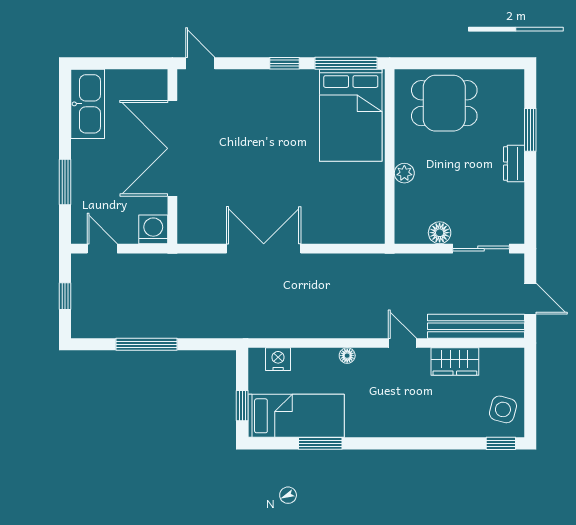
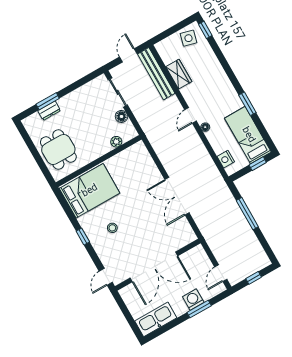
window: (346, 63) -> (66, 207), removed
stool: (272, 118) -> (112, 228), added
dresser: (514, 164) -> (49, 111), moved
plant: (404, 173) -> (116, 142), moved
washing machine: (153, 229) -> (193, 300), moved, turned 90
door: (402, 343) -> (191, 115), moved
window: (146, 344) -> (247, 214), moved
window: (320, 443) -> (247, 104), moved

